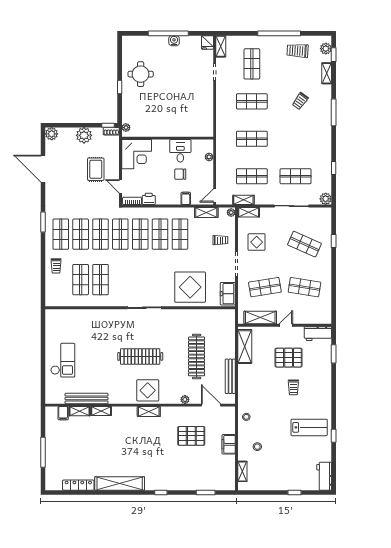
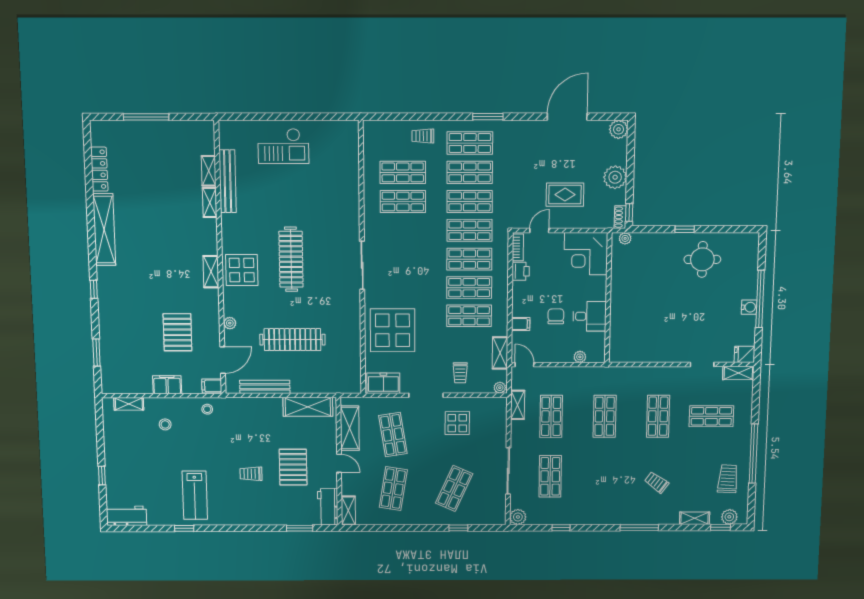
shelving: (249, 212) -> (348, 511), moved
filing cabinet: (63, 413) -> (212, 386), moved

